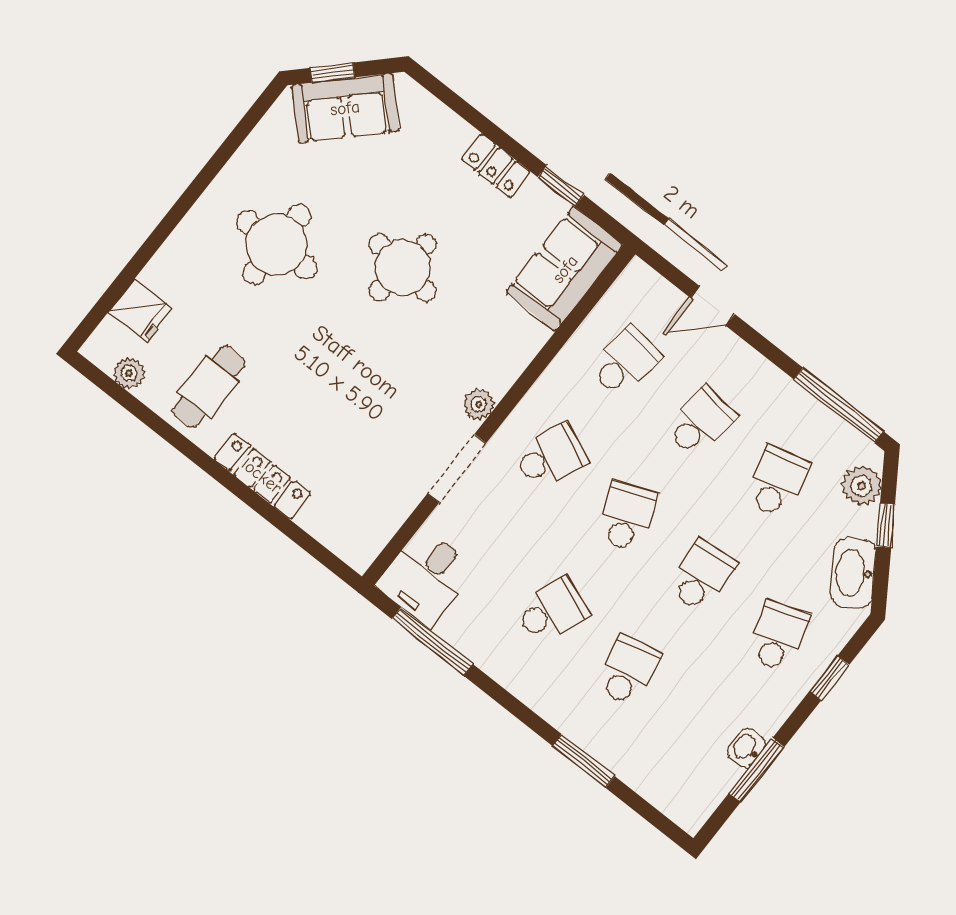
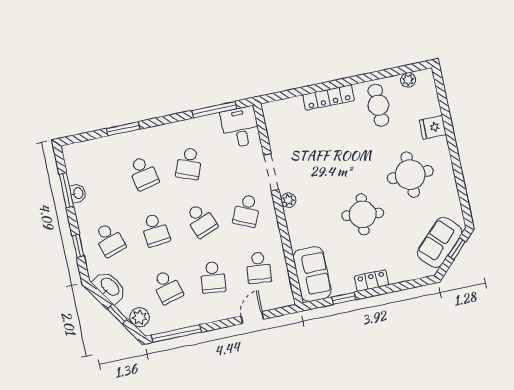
fridge: (141, 310) -> (433, 127), moved

